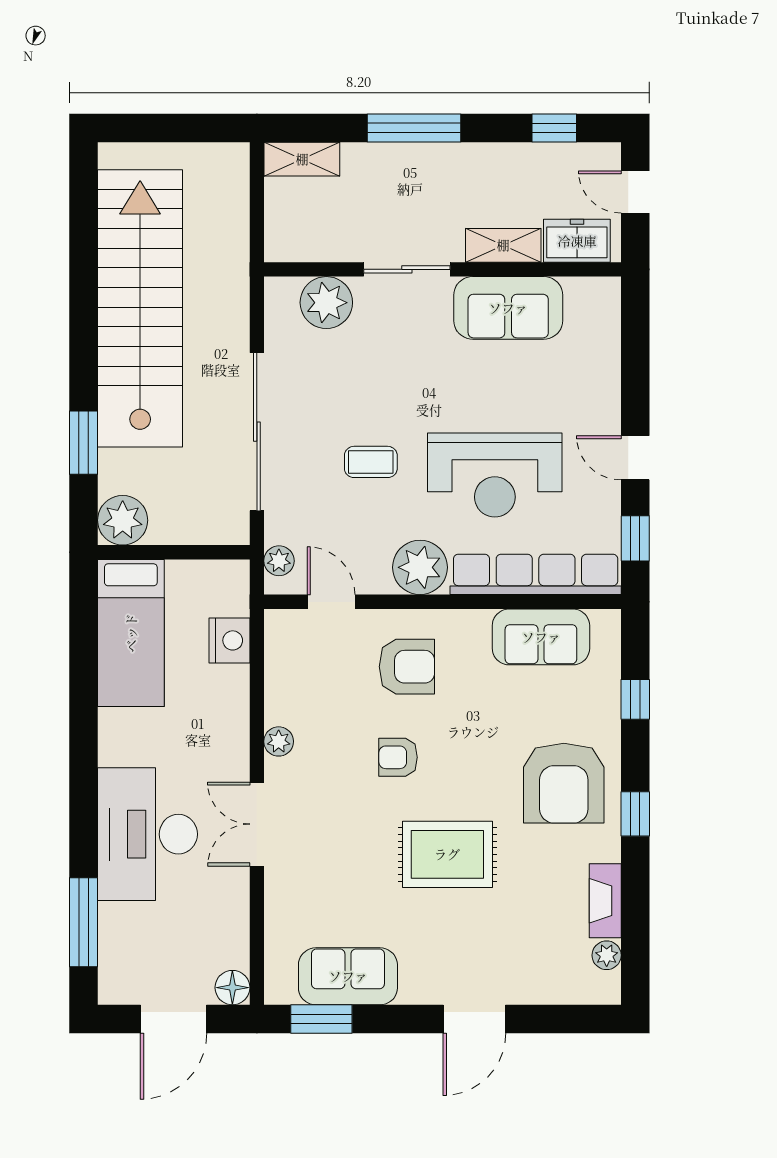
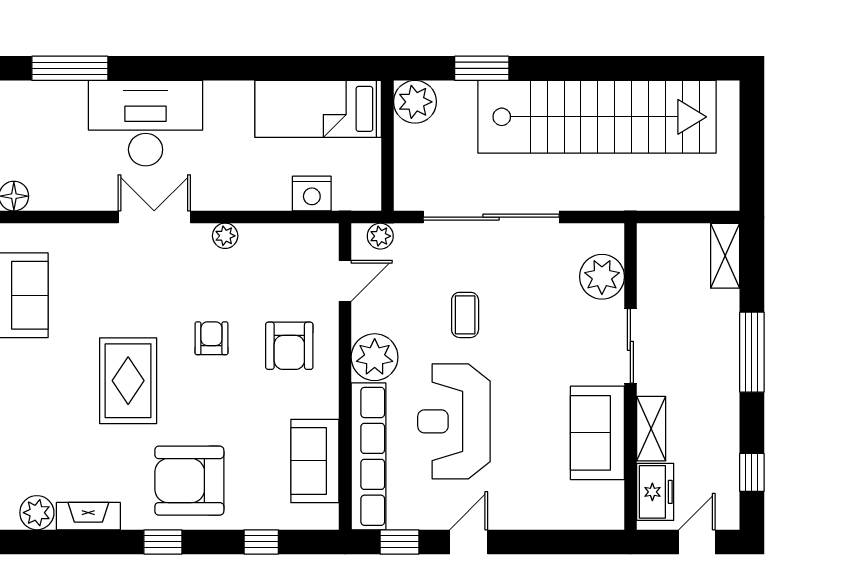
plant: (607, 955) -> (37, 513), width x1.38, depth x1.38

